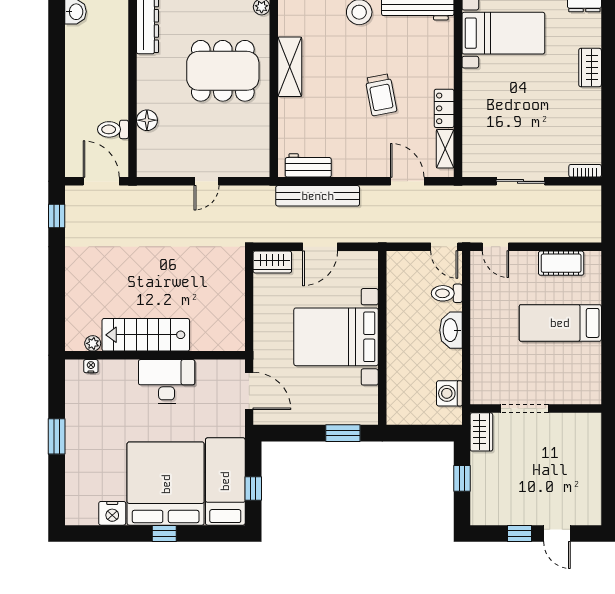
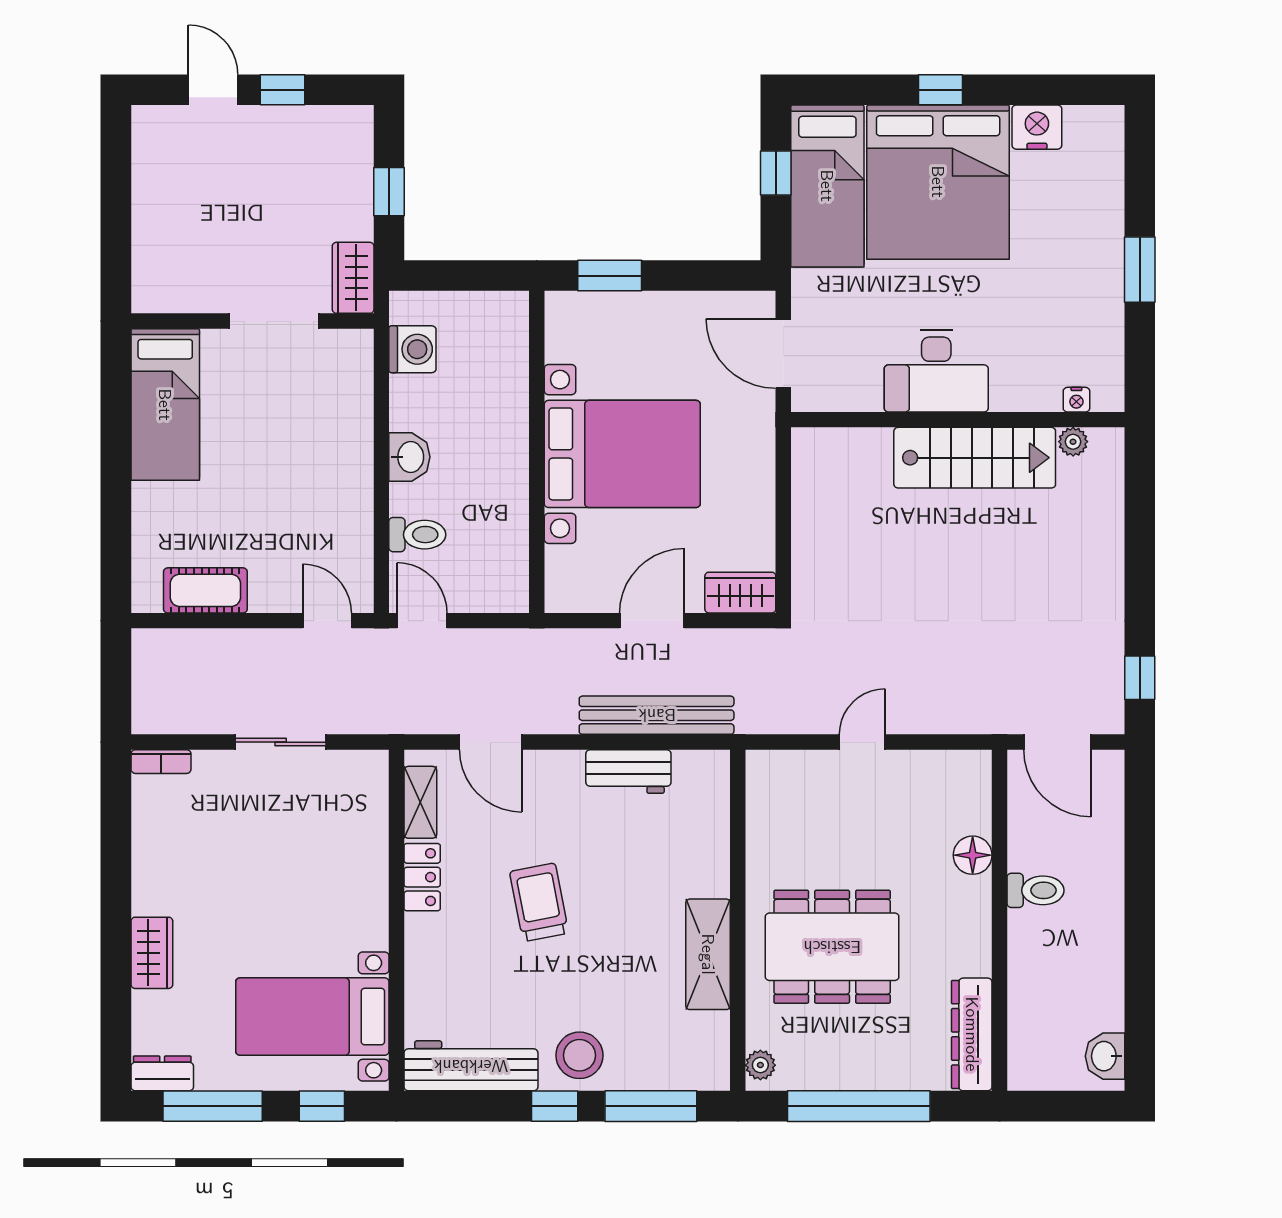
toilet: (113, 129) -> (1036, 890), moved
workbench: (308, 165) -> (628, 772), moved
bed: (560, 323) -> (165, 405), moved, turned 90
washbasin: (451, 330) -> (409, 457), width x0.72

